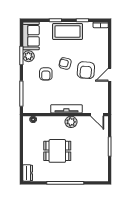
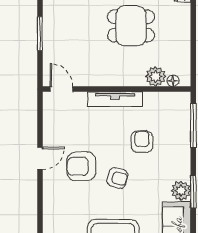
armchair: (86, 70) -> (81, 166), turned -95
armchair: (46, 74) -> (142, 142), moved
plant: (71, 122) -> (156, 76), moved

